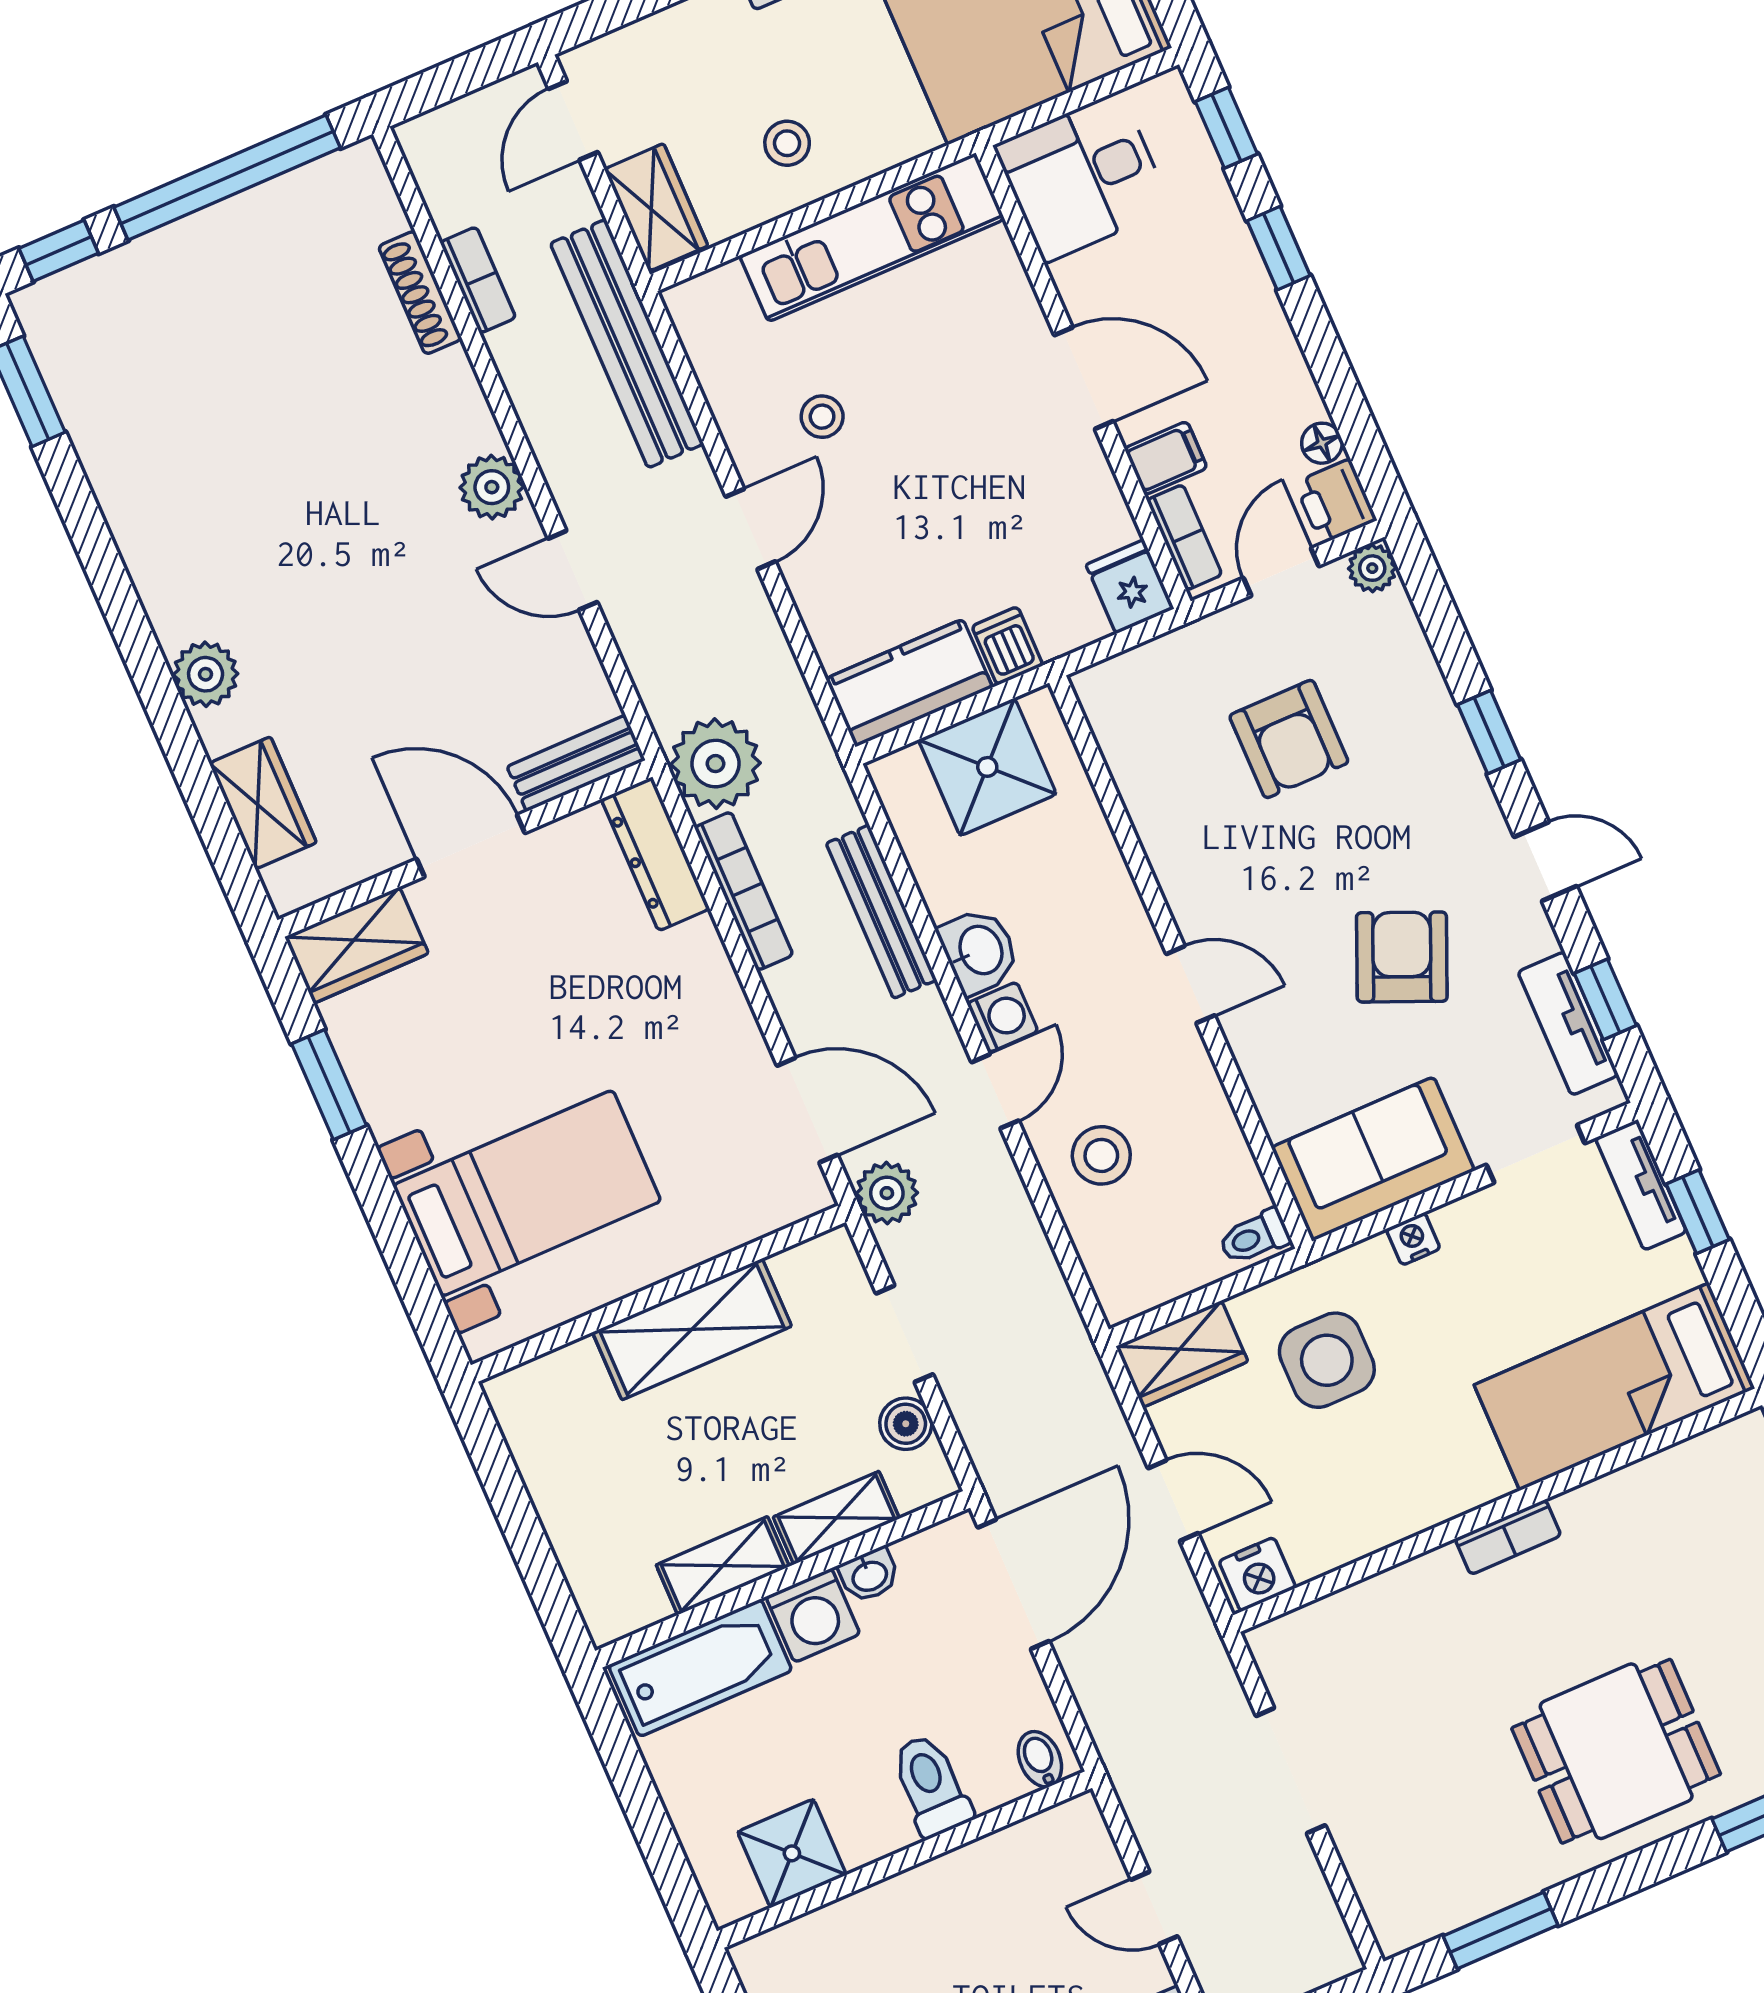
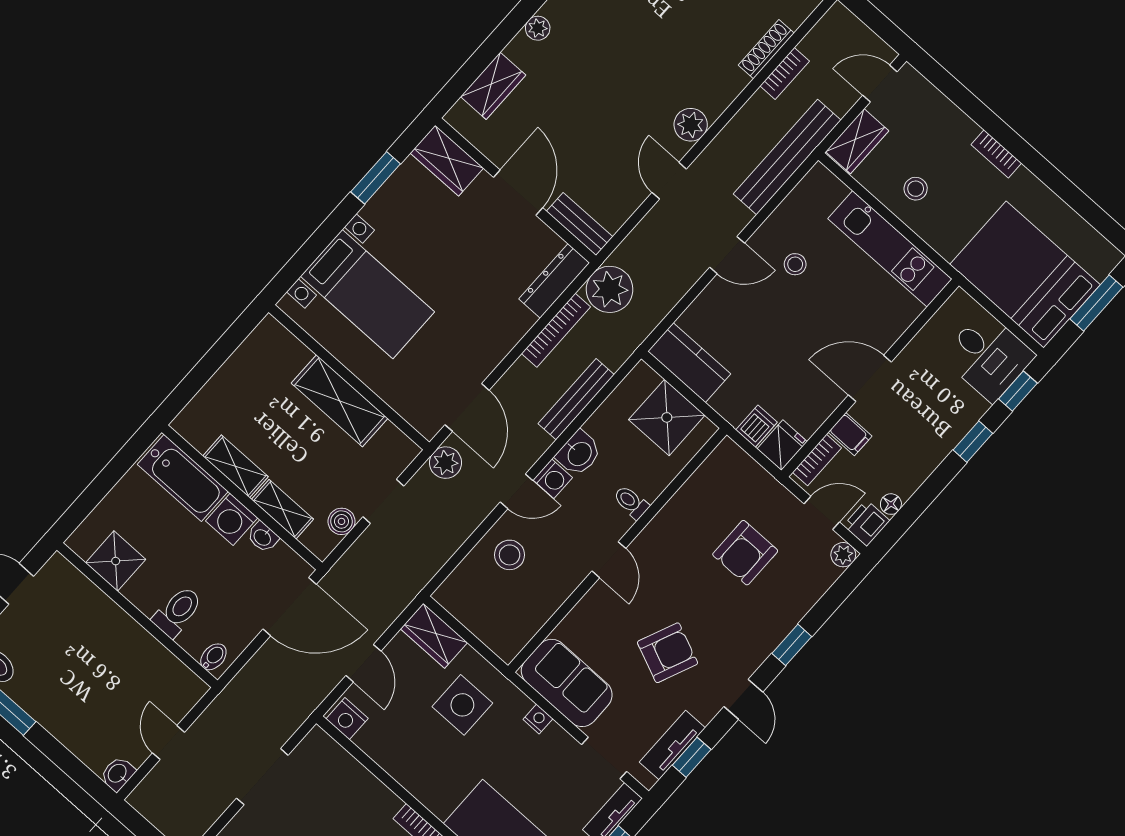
desk: (1082, 177) -> (988, 356), moved, turned 180
door: (1084, 378) -> (870, 378), swing flipped
dishwasher: (1007, 646) -> (757, 426), moved
plant: (206, 674) -> (538, 28), width x0.73, depth x0.73
toilet: (1254, 1237) -> (631, 502), moved

